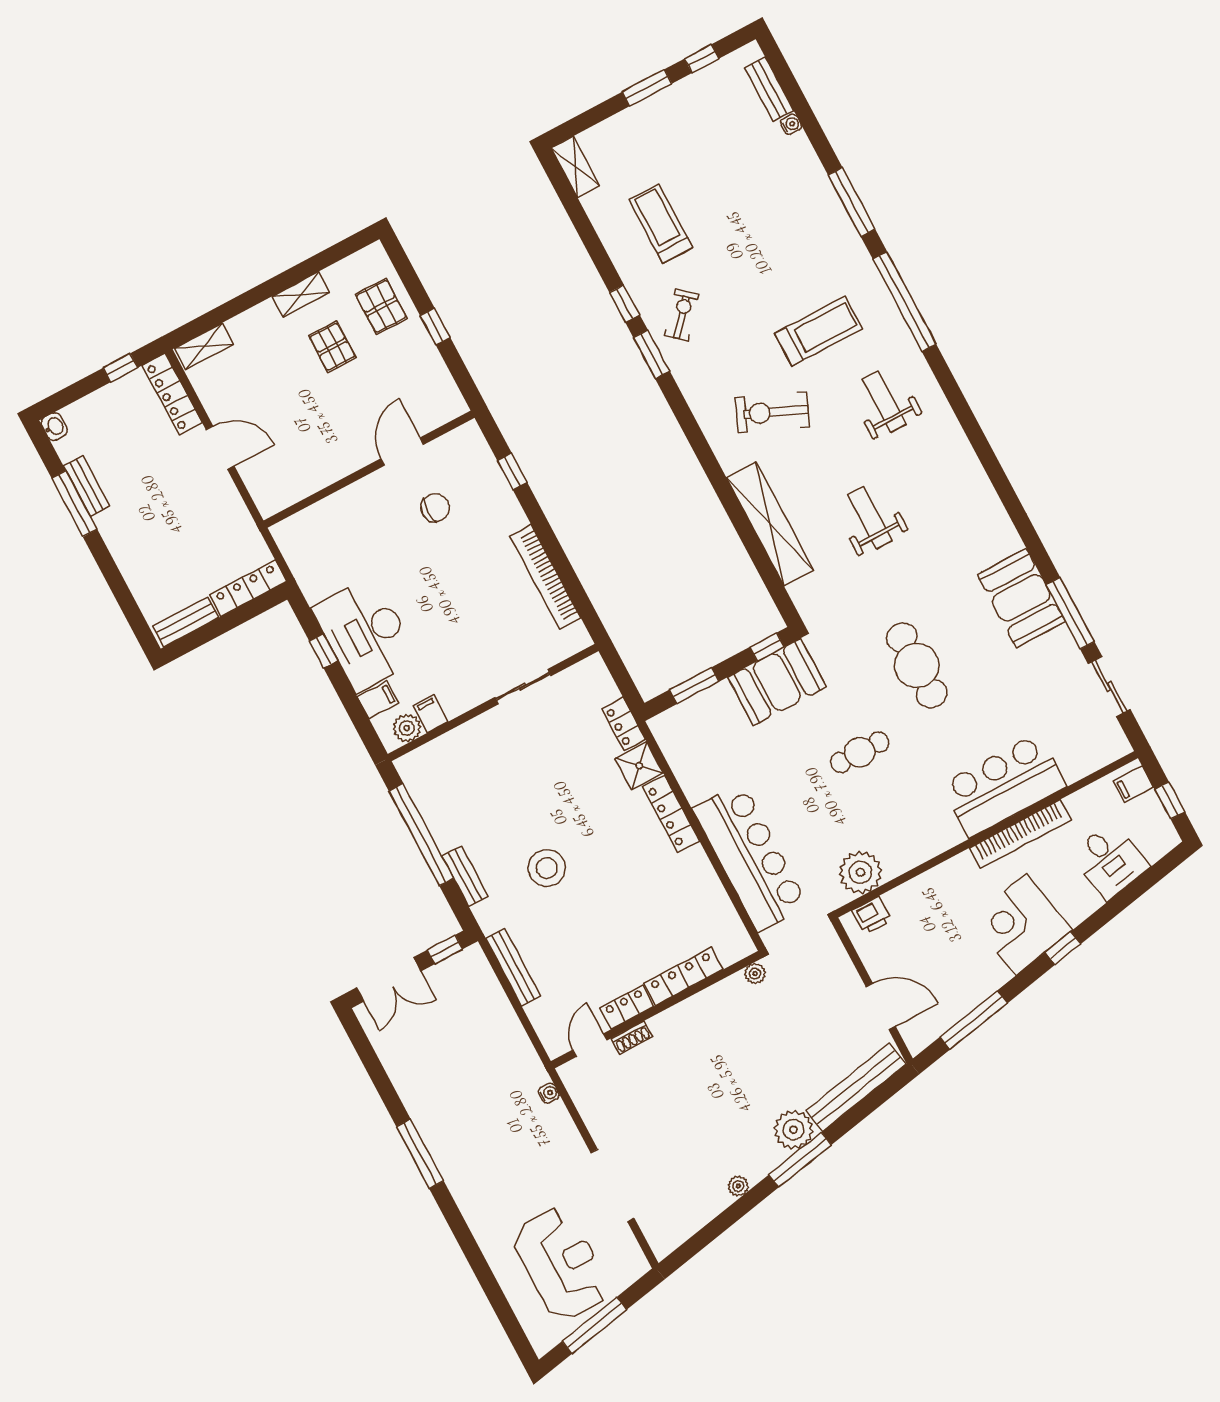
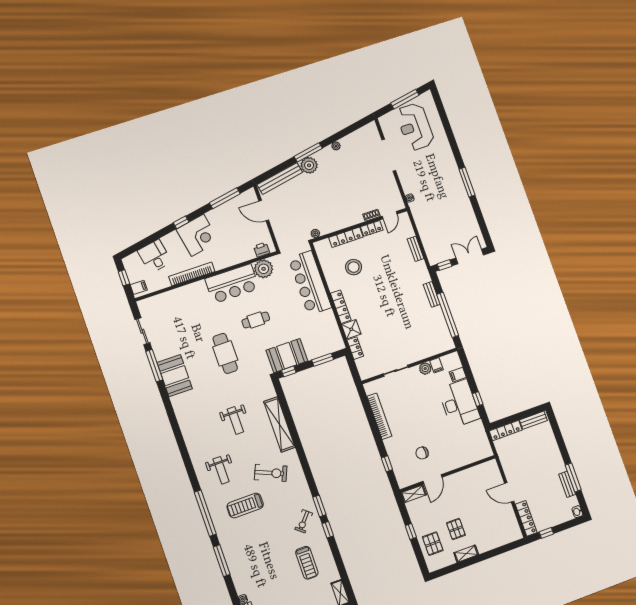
shelving: (204, 346) -> (414, 494), moved
plant: (407, 728) -> (425, 369), moved
bar counter: (1004, 785) -> (232, 284), moved
stool: (547, 868) -> (354, 267), moved
bench: (513, 967) -> (416, 249), width x0.73

